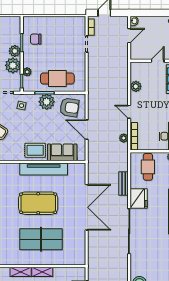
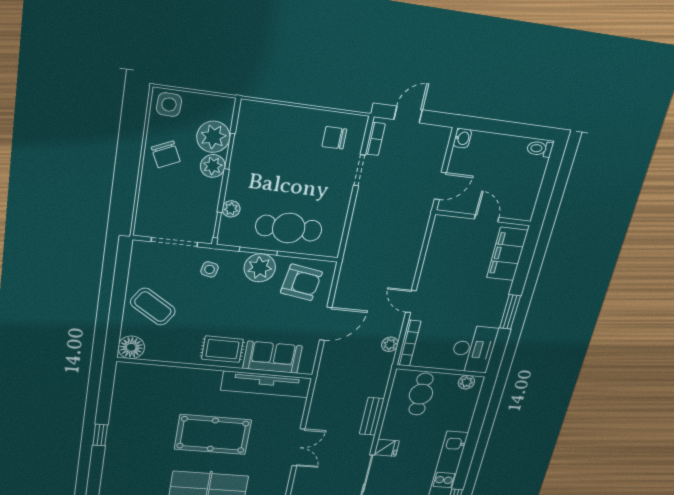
door: (129, 36) -> (440, 186), moved
chair: (36, 39) -> (334, 138), moved
door: (158, 61) -> (487, 218), hinge flipped
plant: (13, 65) -> (213, 137), moved
plant: (136, 86) -> (434, 259), removed
door: (87, 130) -> (326, 324), swing flipped
tv unit: (44, 169) -> (266, 384), moved
fridge: (139, 198) -> (387, 448), width x0.53, depth x0.75
double door: (87, 207) -> (298, 447), width x0.54

